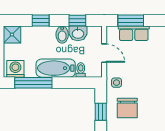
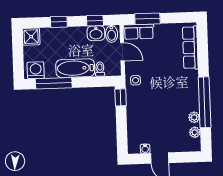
row of seats: (134, 33) -> (139, 32), moved
bidet: (62, 35) -> (112, 34), moved
chair: (127, 108) -> (147, 105), removed
window: (101, 112) -> (121, 97), moved

